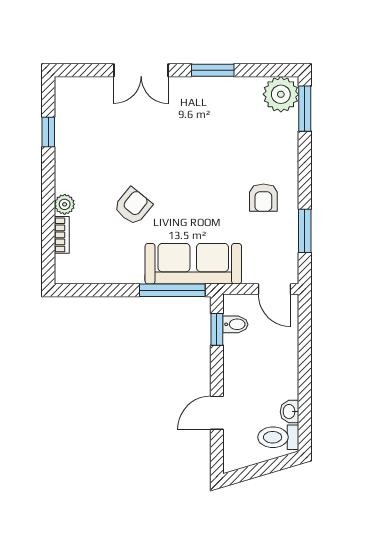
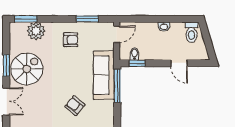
plant: (281, 94) -> (36, 31), moved
spiral stairs: (206, 111) -> (27, 69), added
washbasin: (290, 412) -> (164, 27), moved

